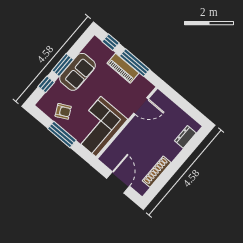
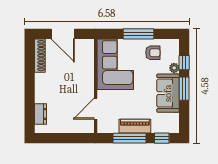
plant: (57, 87) -> (174, 68), added
armchair: (63, 111) -> (153, 53), turned -153
shoe rack: (157, 172) -> (40, 56), moved

